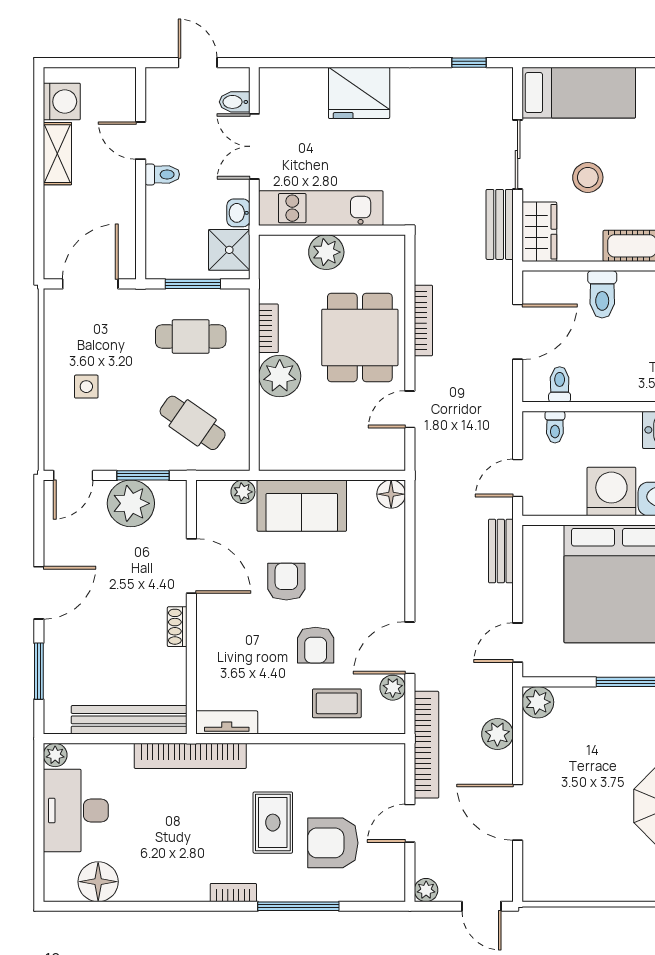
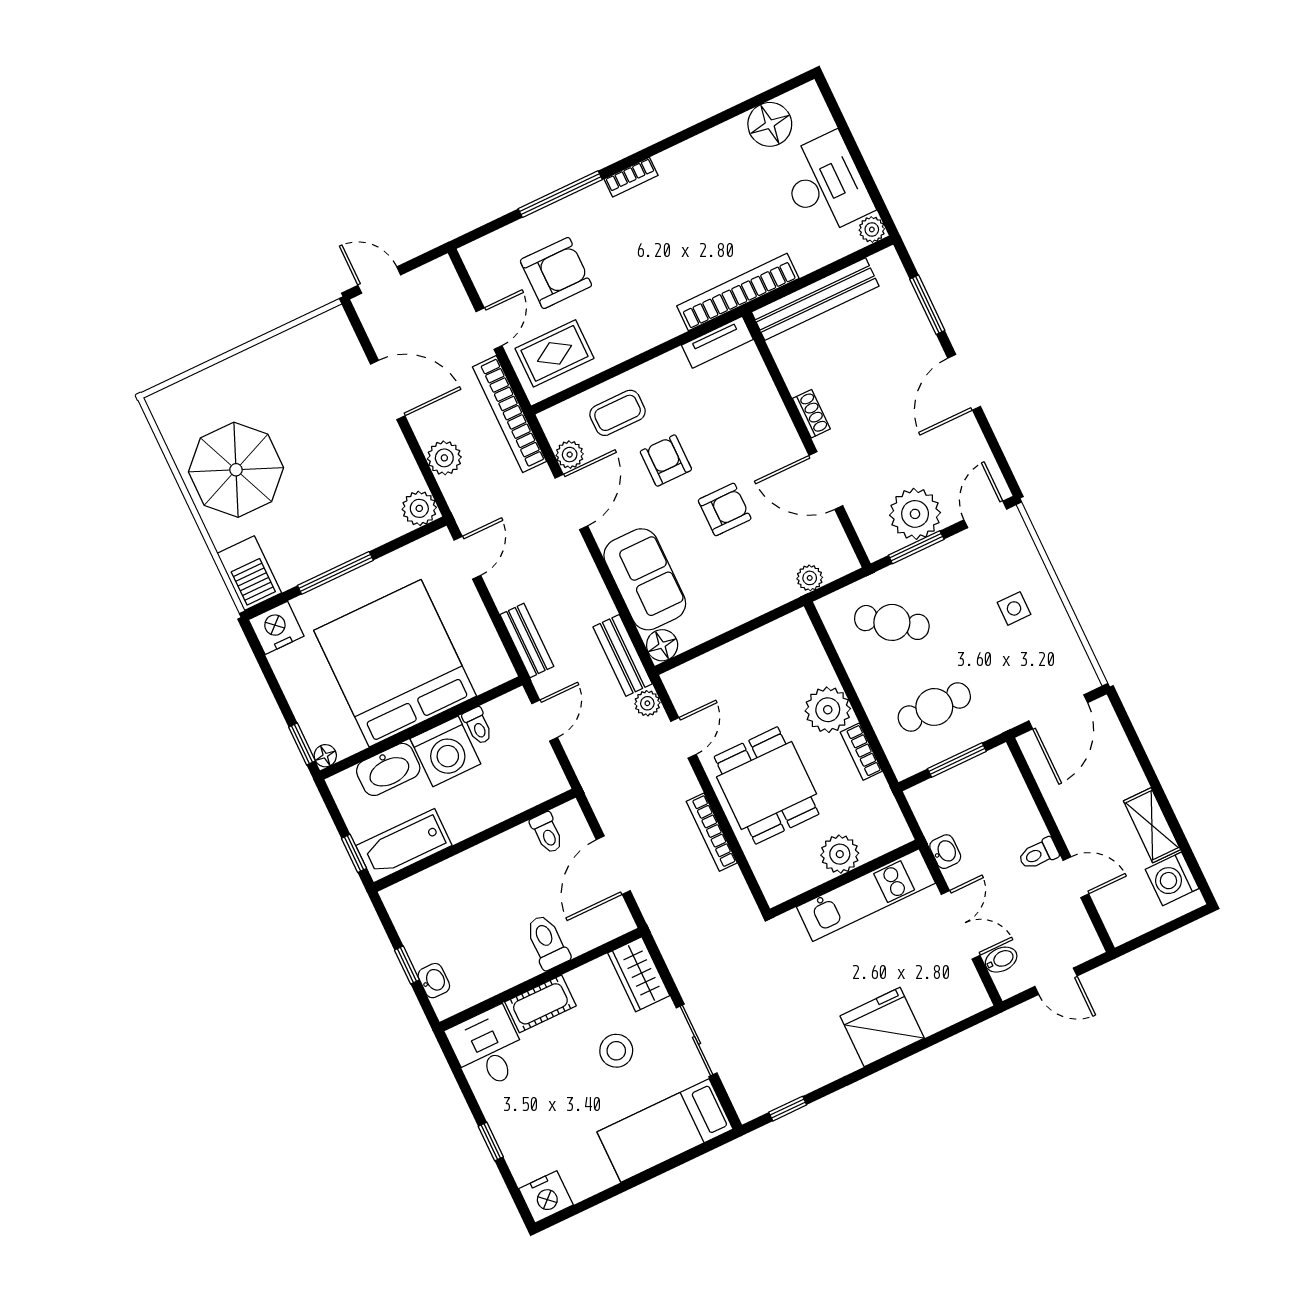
bench: (500, 224) -> (623, 655), moved
shower: (229, 250) -> (937, 811), removed
toilet: (555, 427) -> (478, 726), moved, turned 180
sofa: (302, 506) -> (645, 579), moved, turned 90
armchair: (286, 582) -> (725, 509), turned -90
rug: (273, 823) -> (555, 353), moved, turned 90
plant: (426, 890) -> (647, 703), moved

